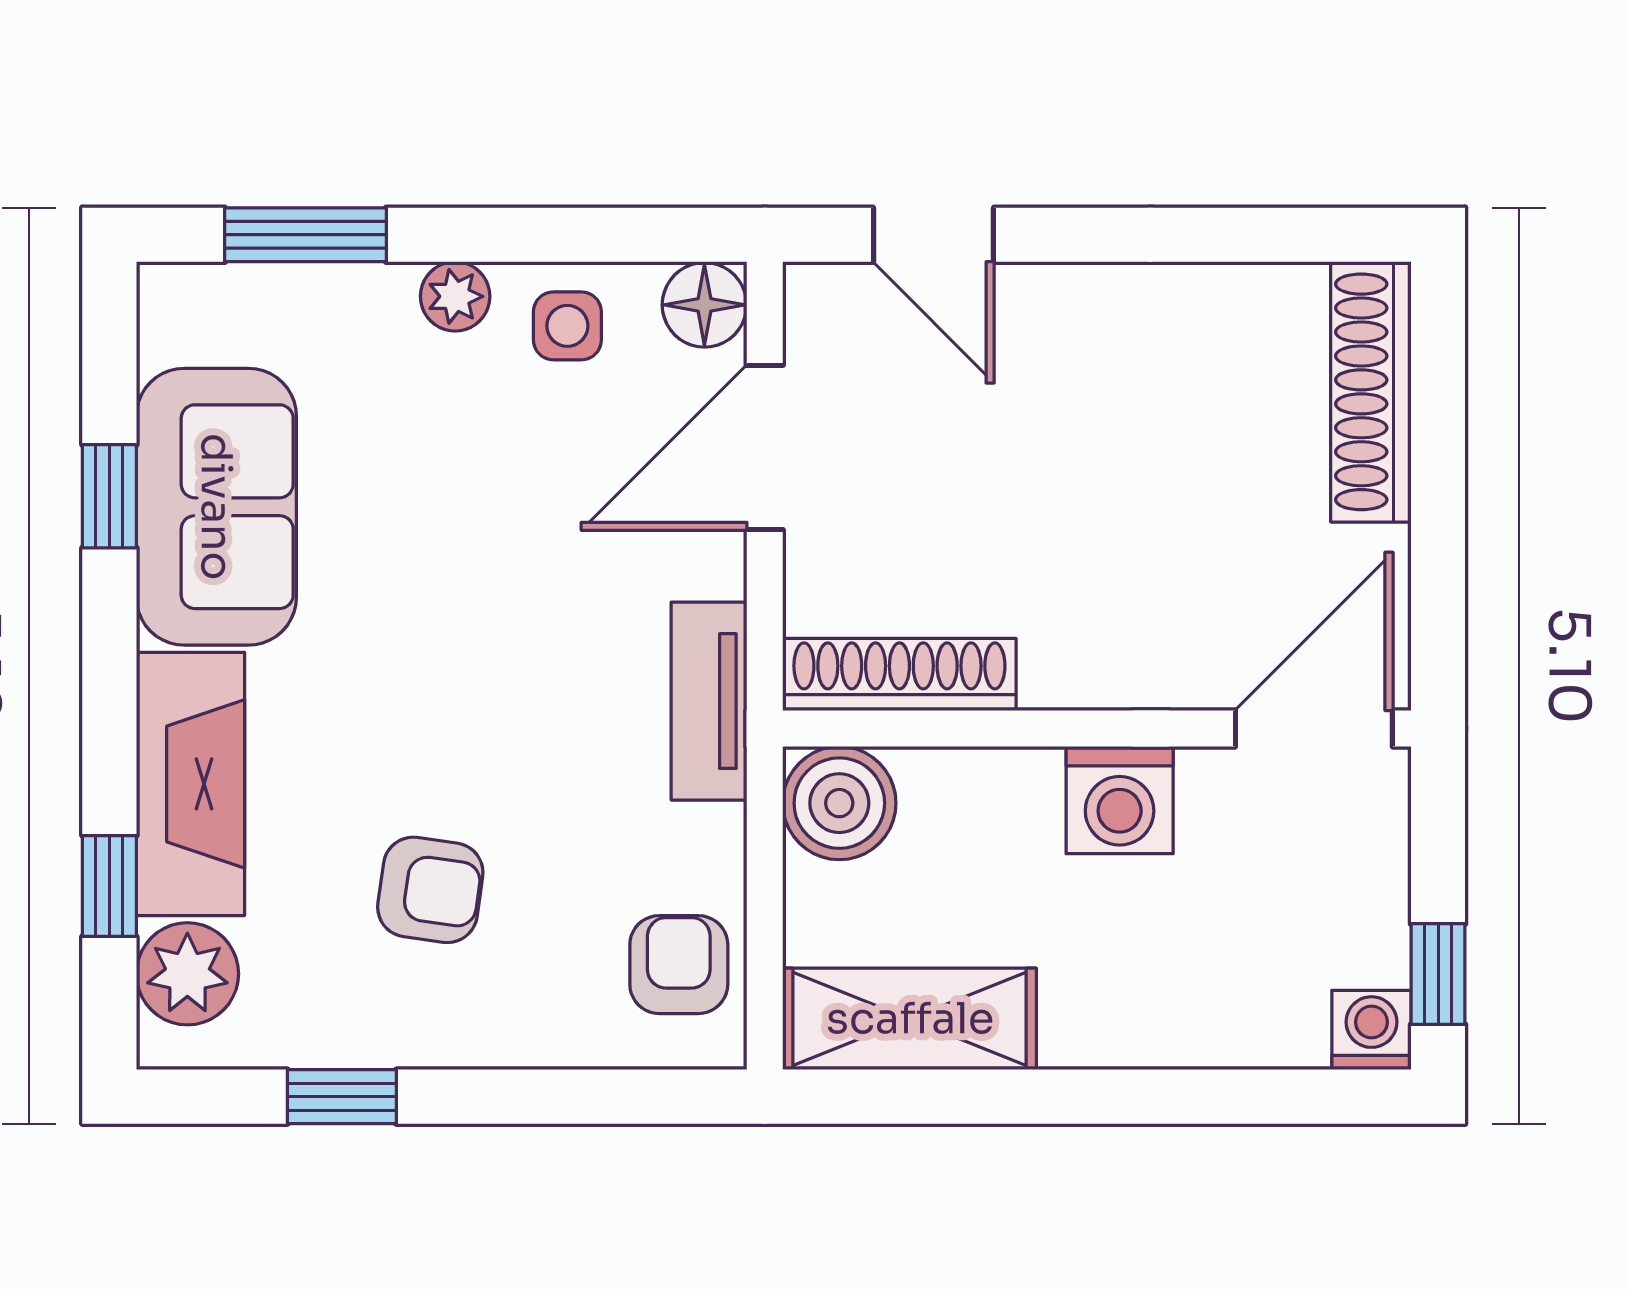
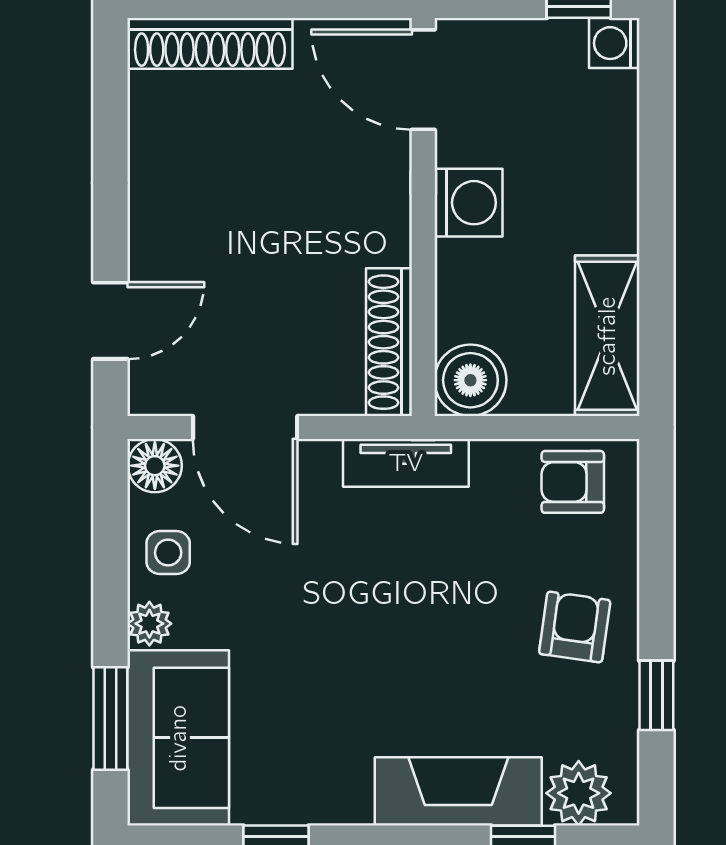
sofa: (216, 507) -> (178, 738), moved, turned 90
armchair: (430, 890) -> (575, 627), moved

